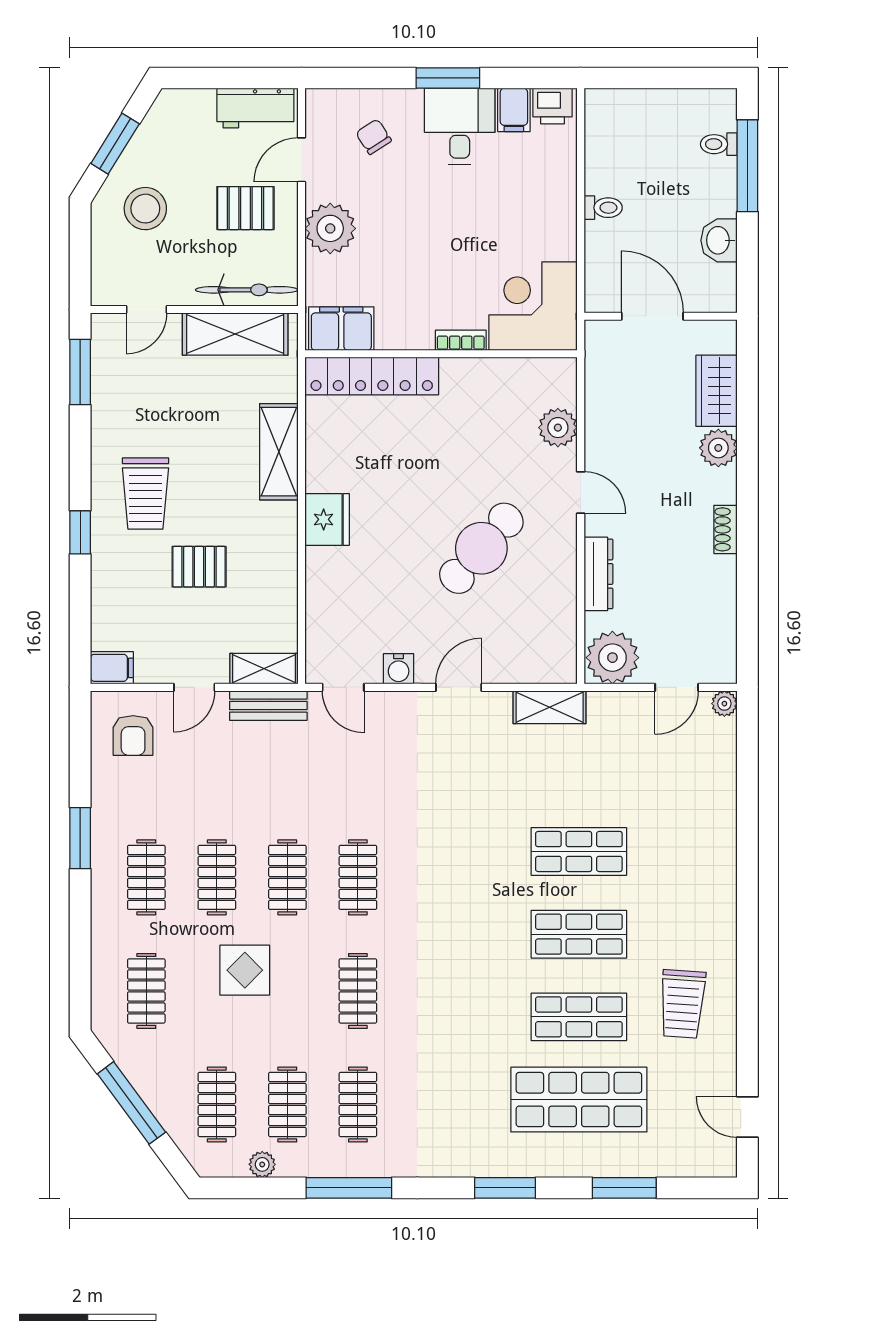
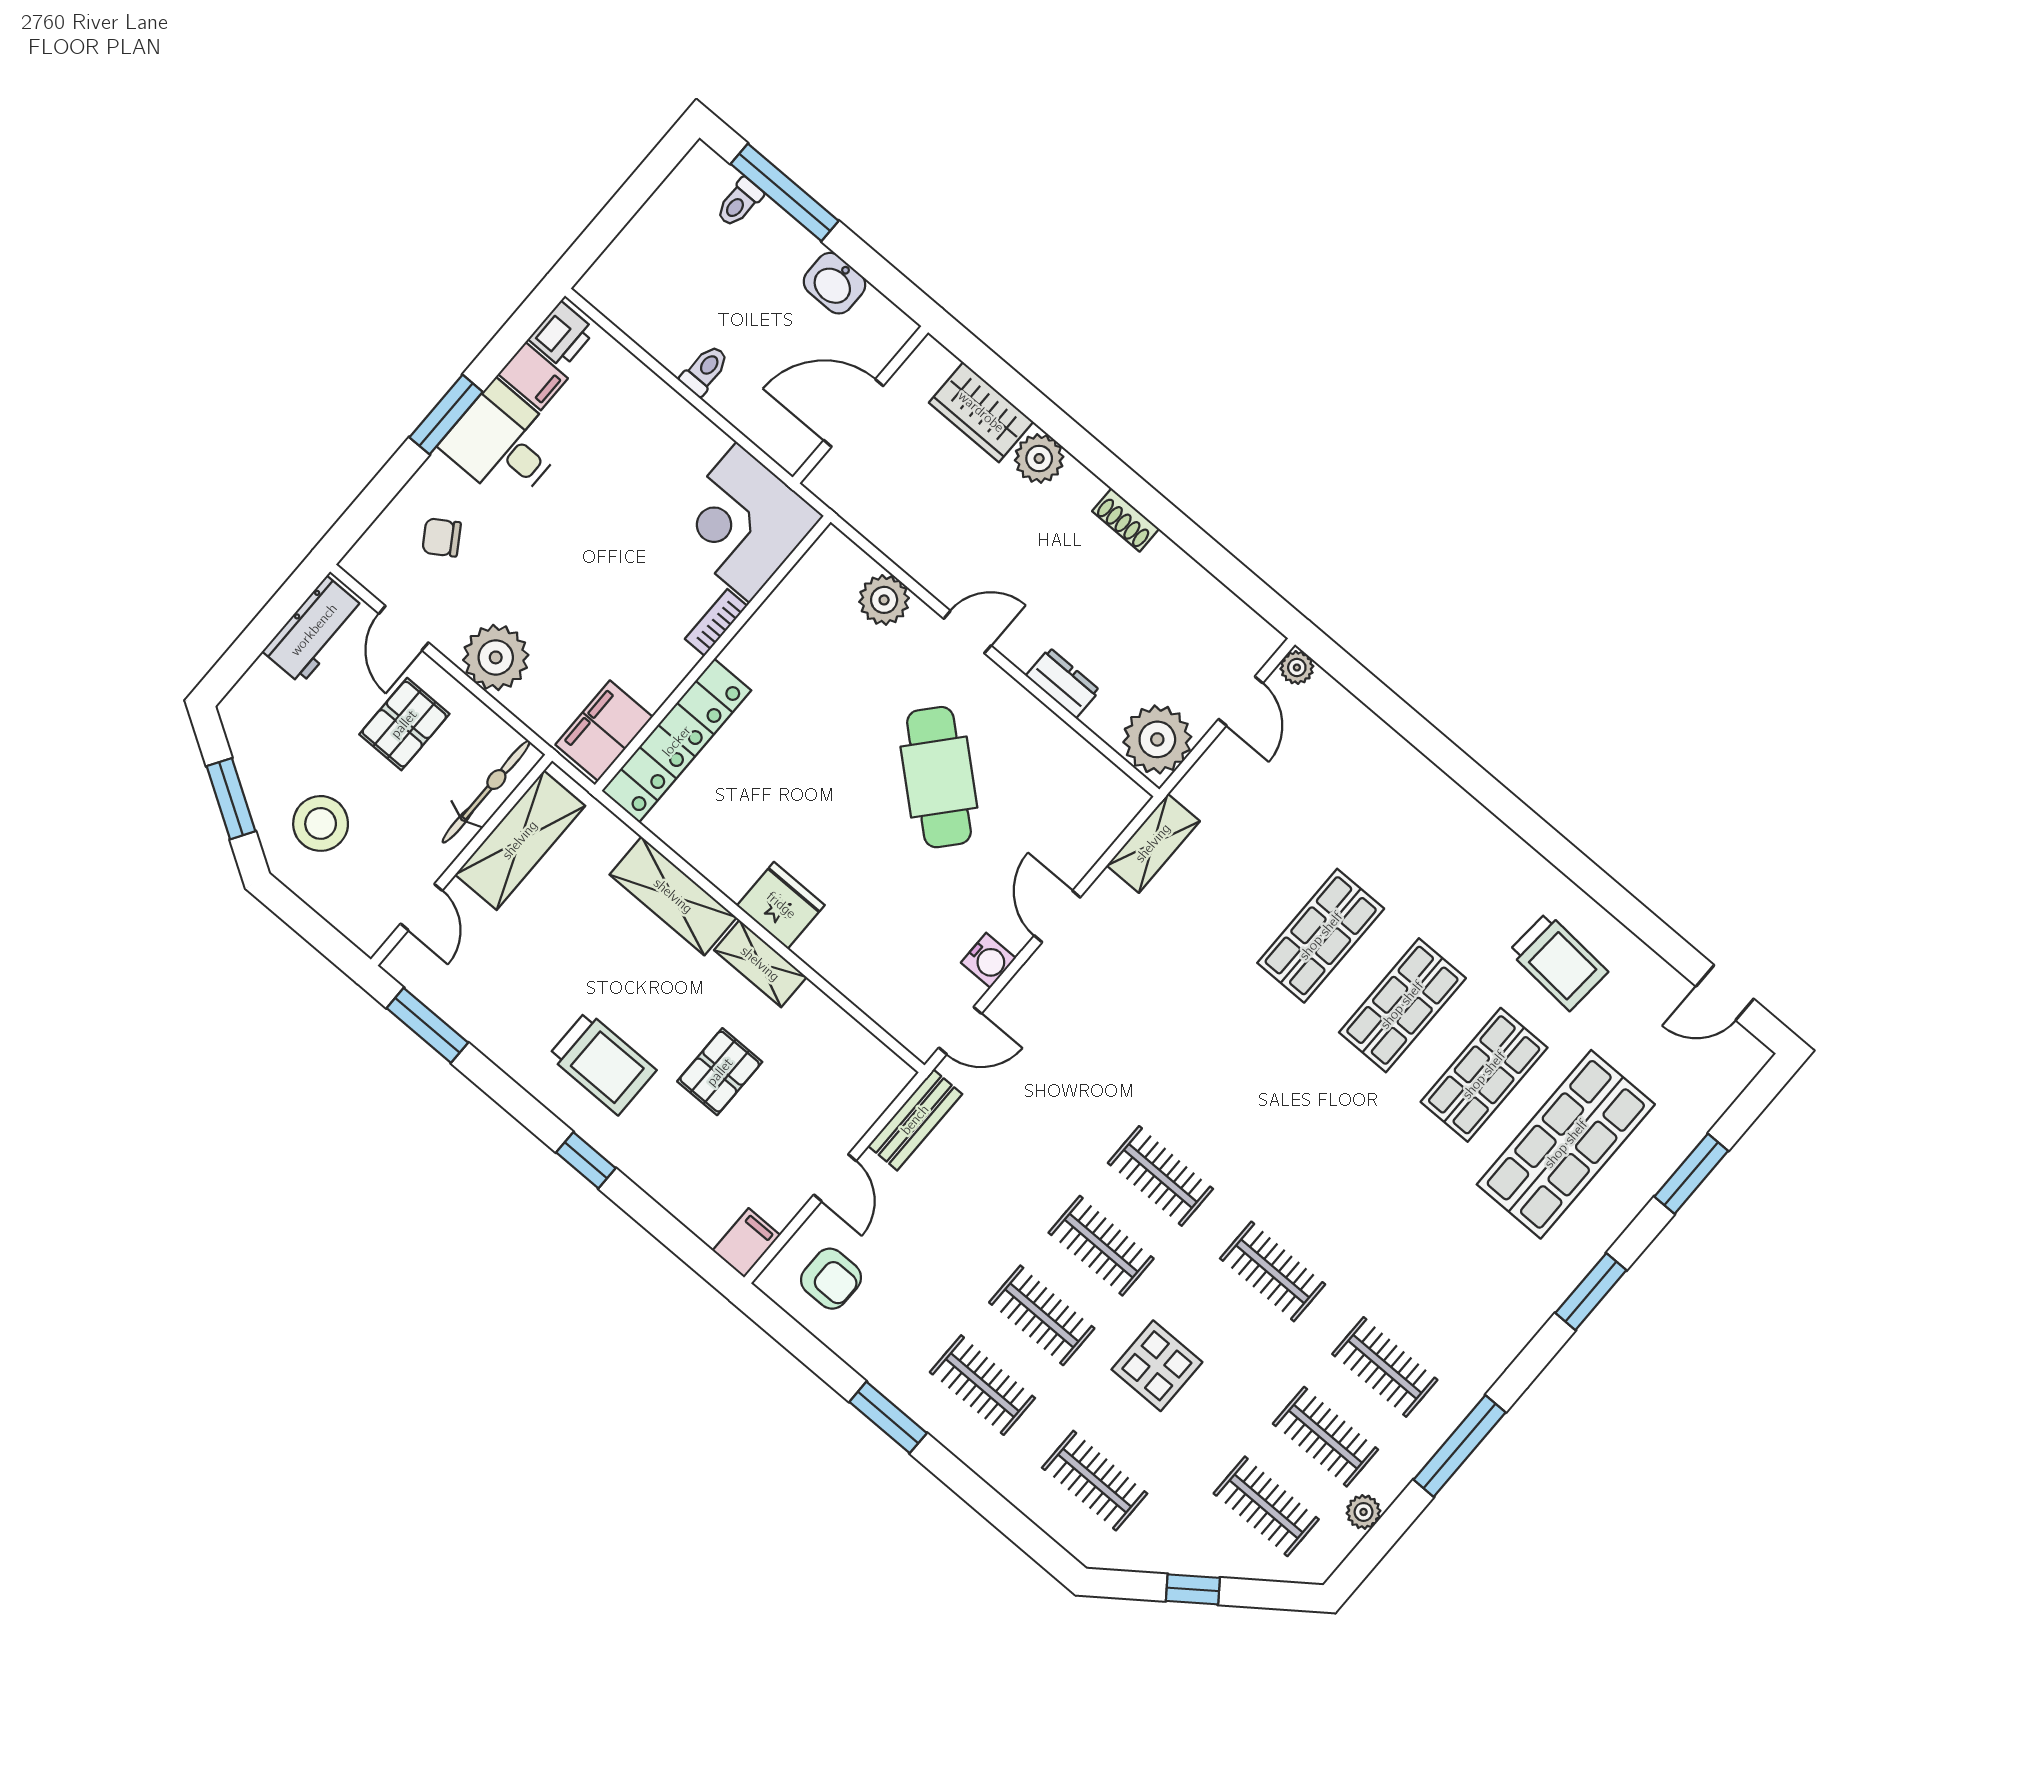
dresser: (598, 574) -> (1063, 683), width x0.70
shelving: (264, 669) -> (760, 964), moved, turned 90
window: (131, 1103) -> (1193, 1589), width x0.46

